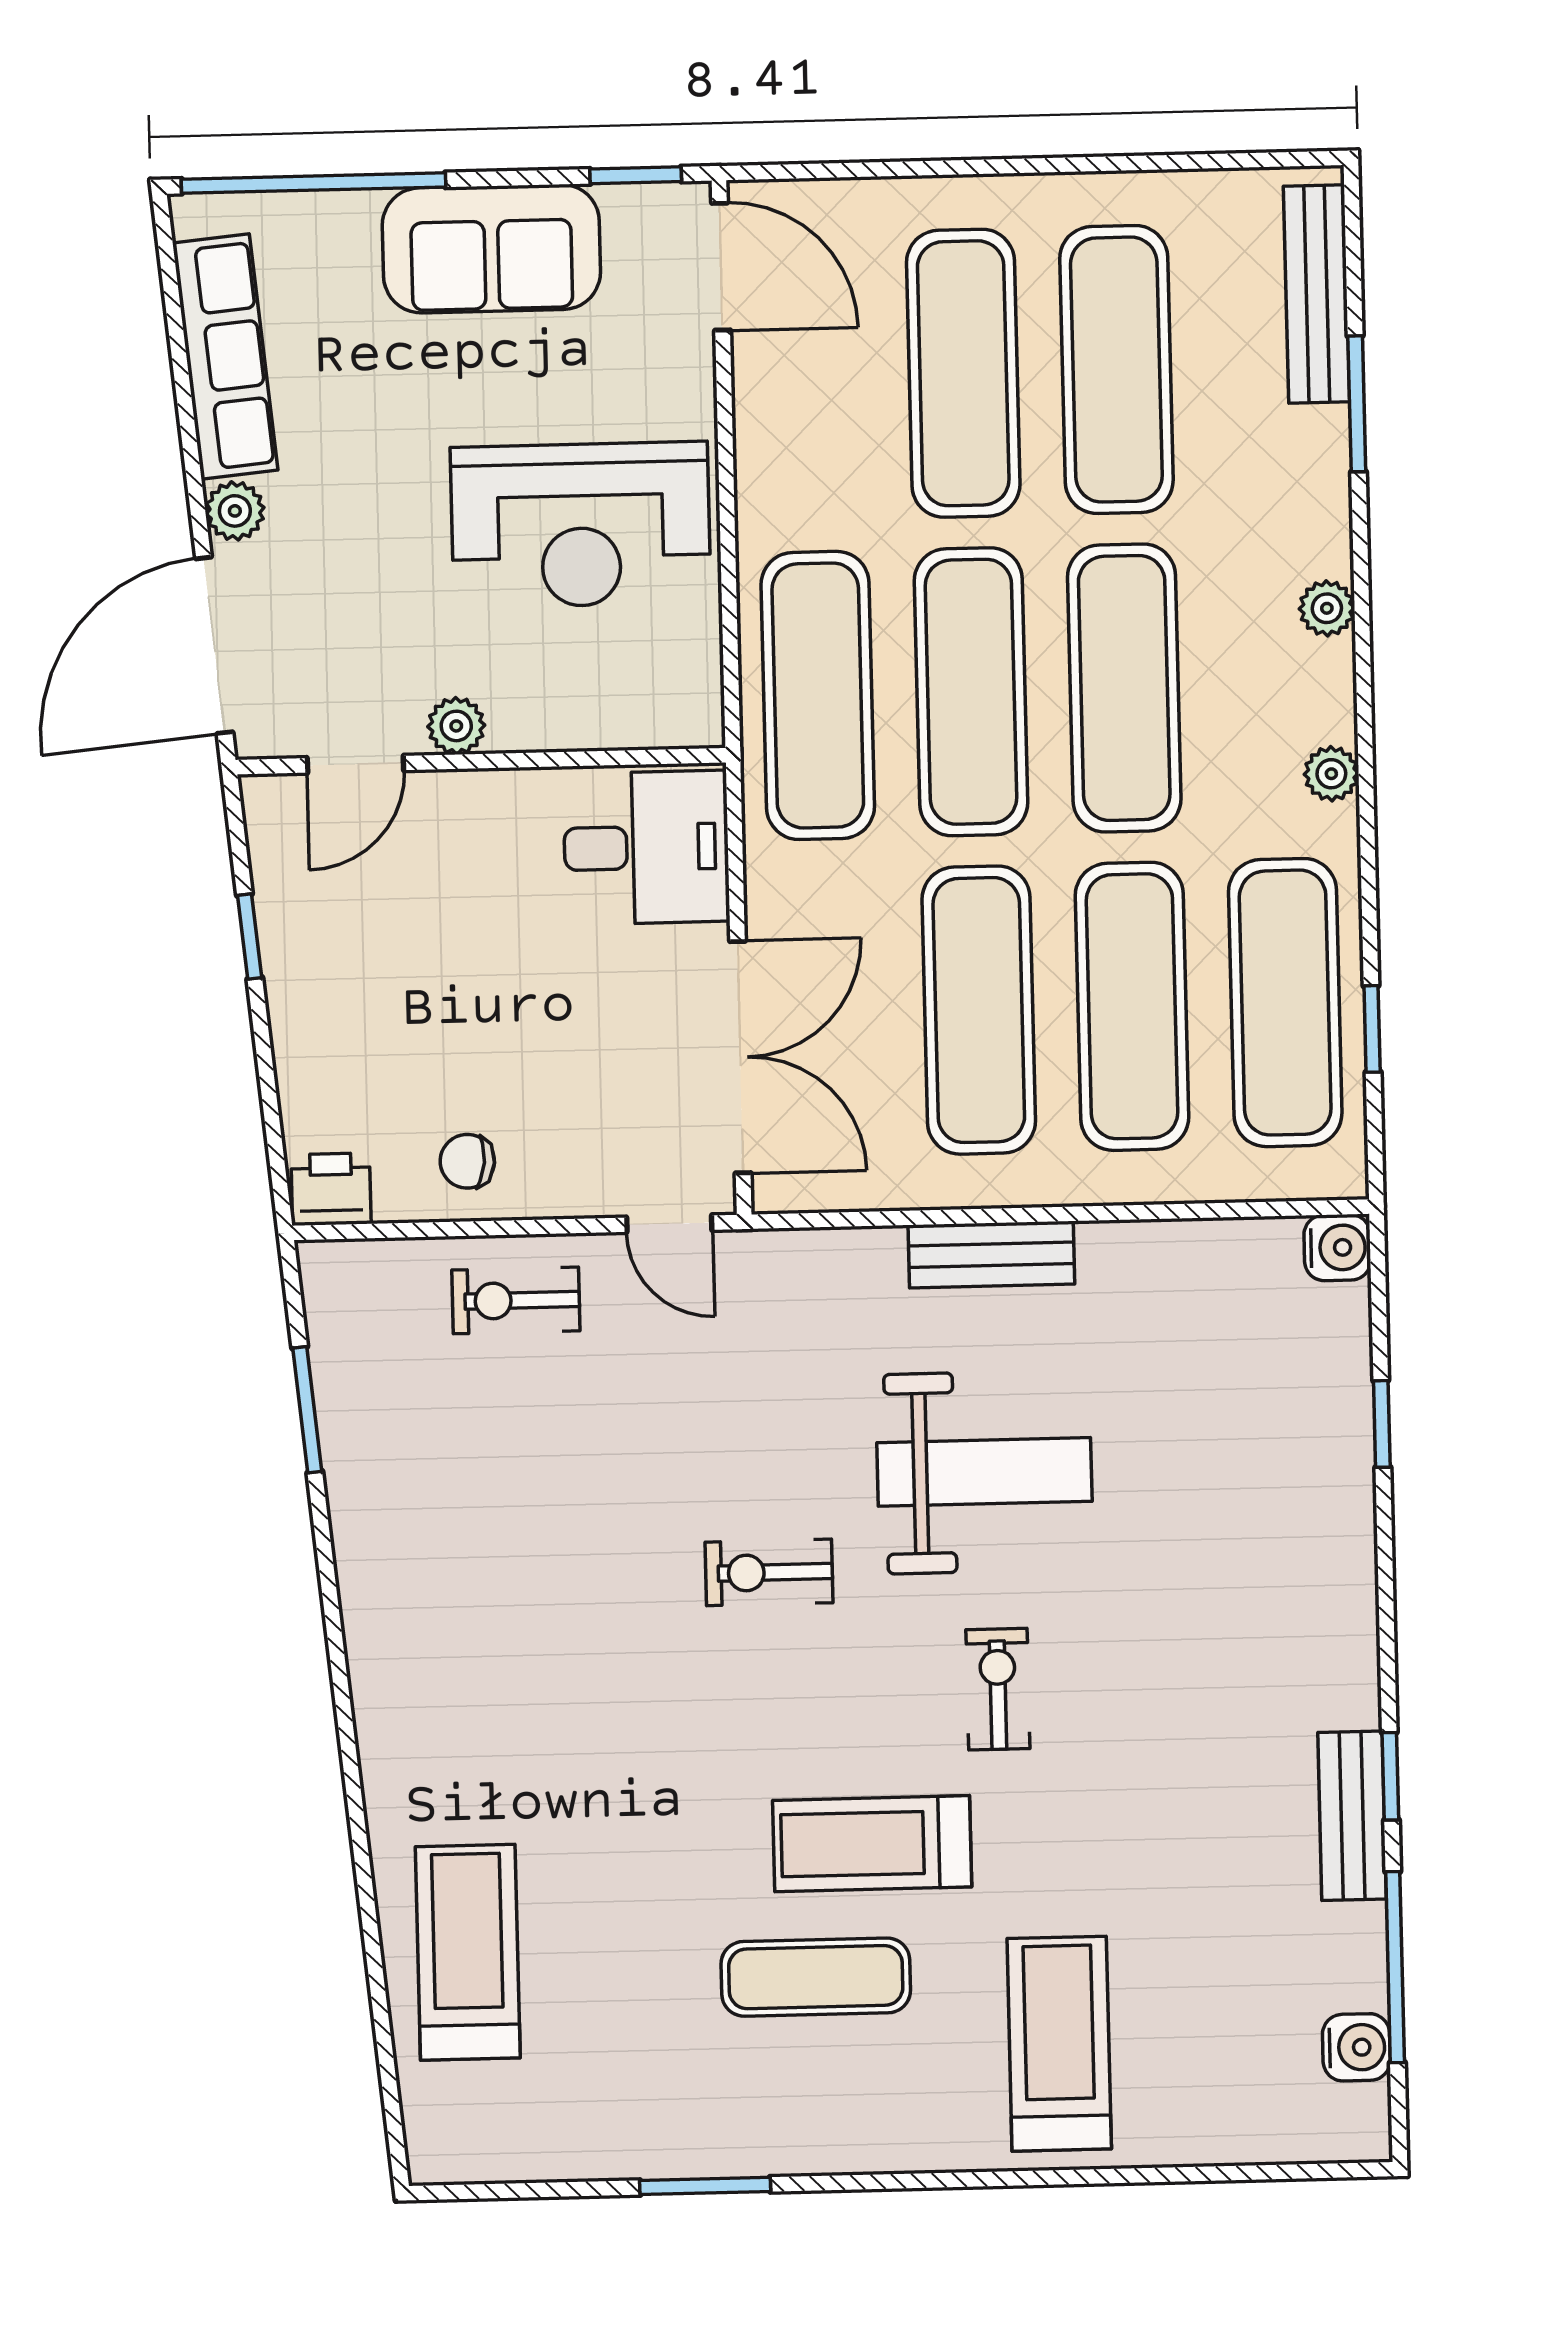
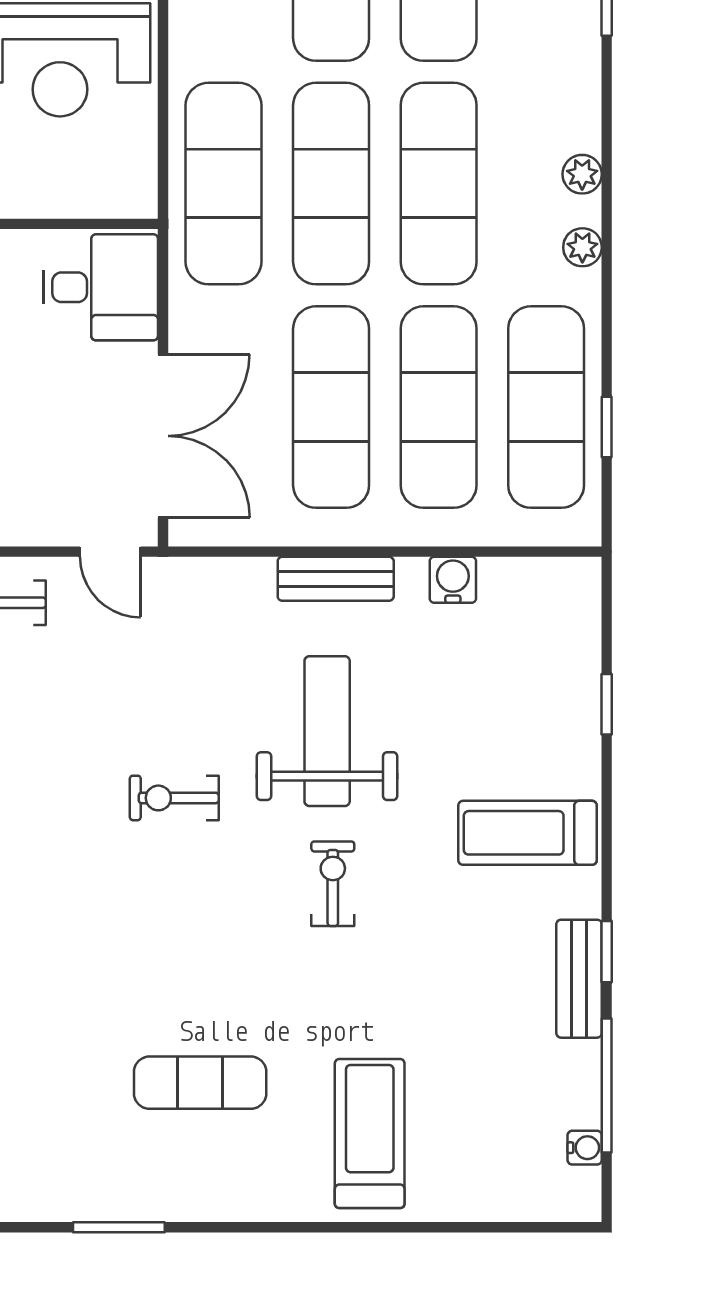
plant: (1327, 608) -> (582, 174), moved
water cooler: (1337, 1248) -> (453, 580), moved, turned -90
weight bench: (984, 1472) -> (327, 731), turned -90
treadmill: (872, 1844) -> (527, 833), moved
water cooler: (1356, 2047) -> (585, 1148), width x0.72, depth x0.72

